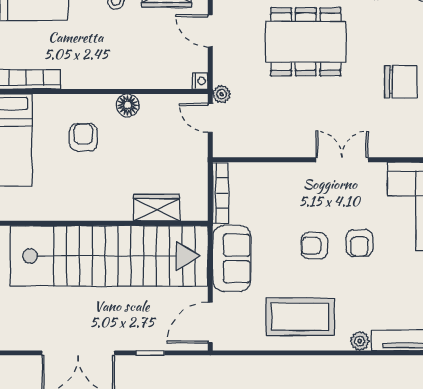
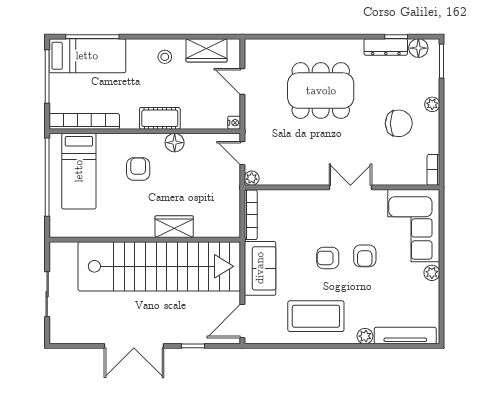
cot: (110, 76) -> (160, 118), added
plant: (222, 94) -> (252, 178), moved
wardrobe: (157, 208) -> (174, 227), moved

